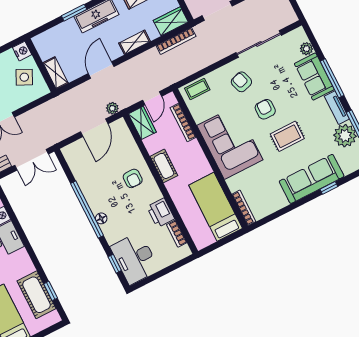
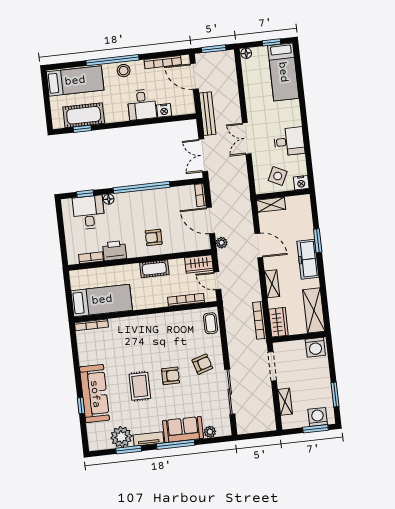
corner sofa: (230, 143) -> (153, 334), removed
bookcase: (73, 148) -> (200, 195), added
floor lamp: (101, 218) -> (109, 199), moved
desk: (135, 258) -> (89, 212), width x0.73

